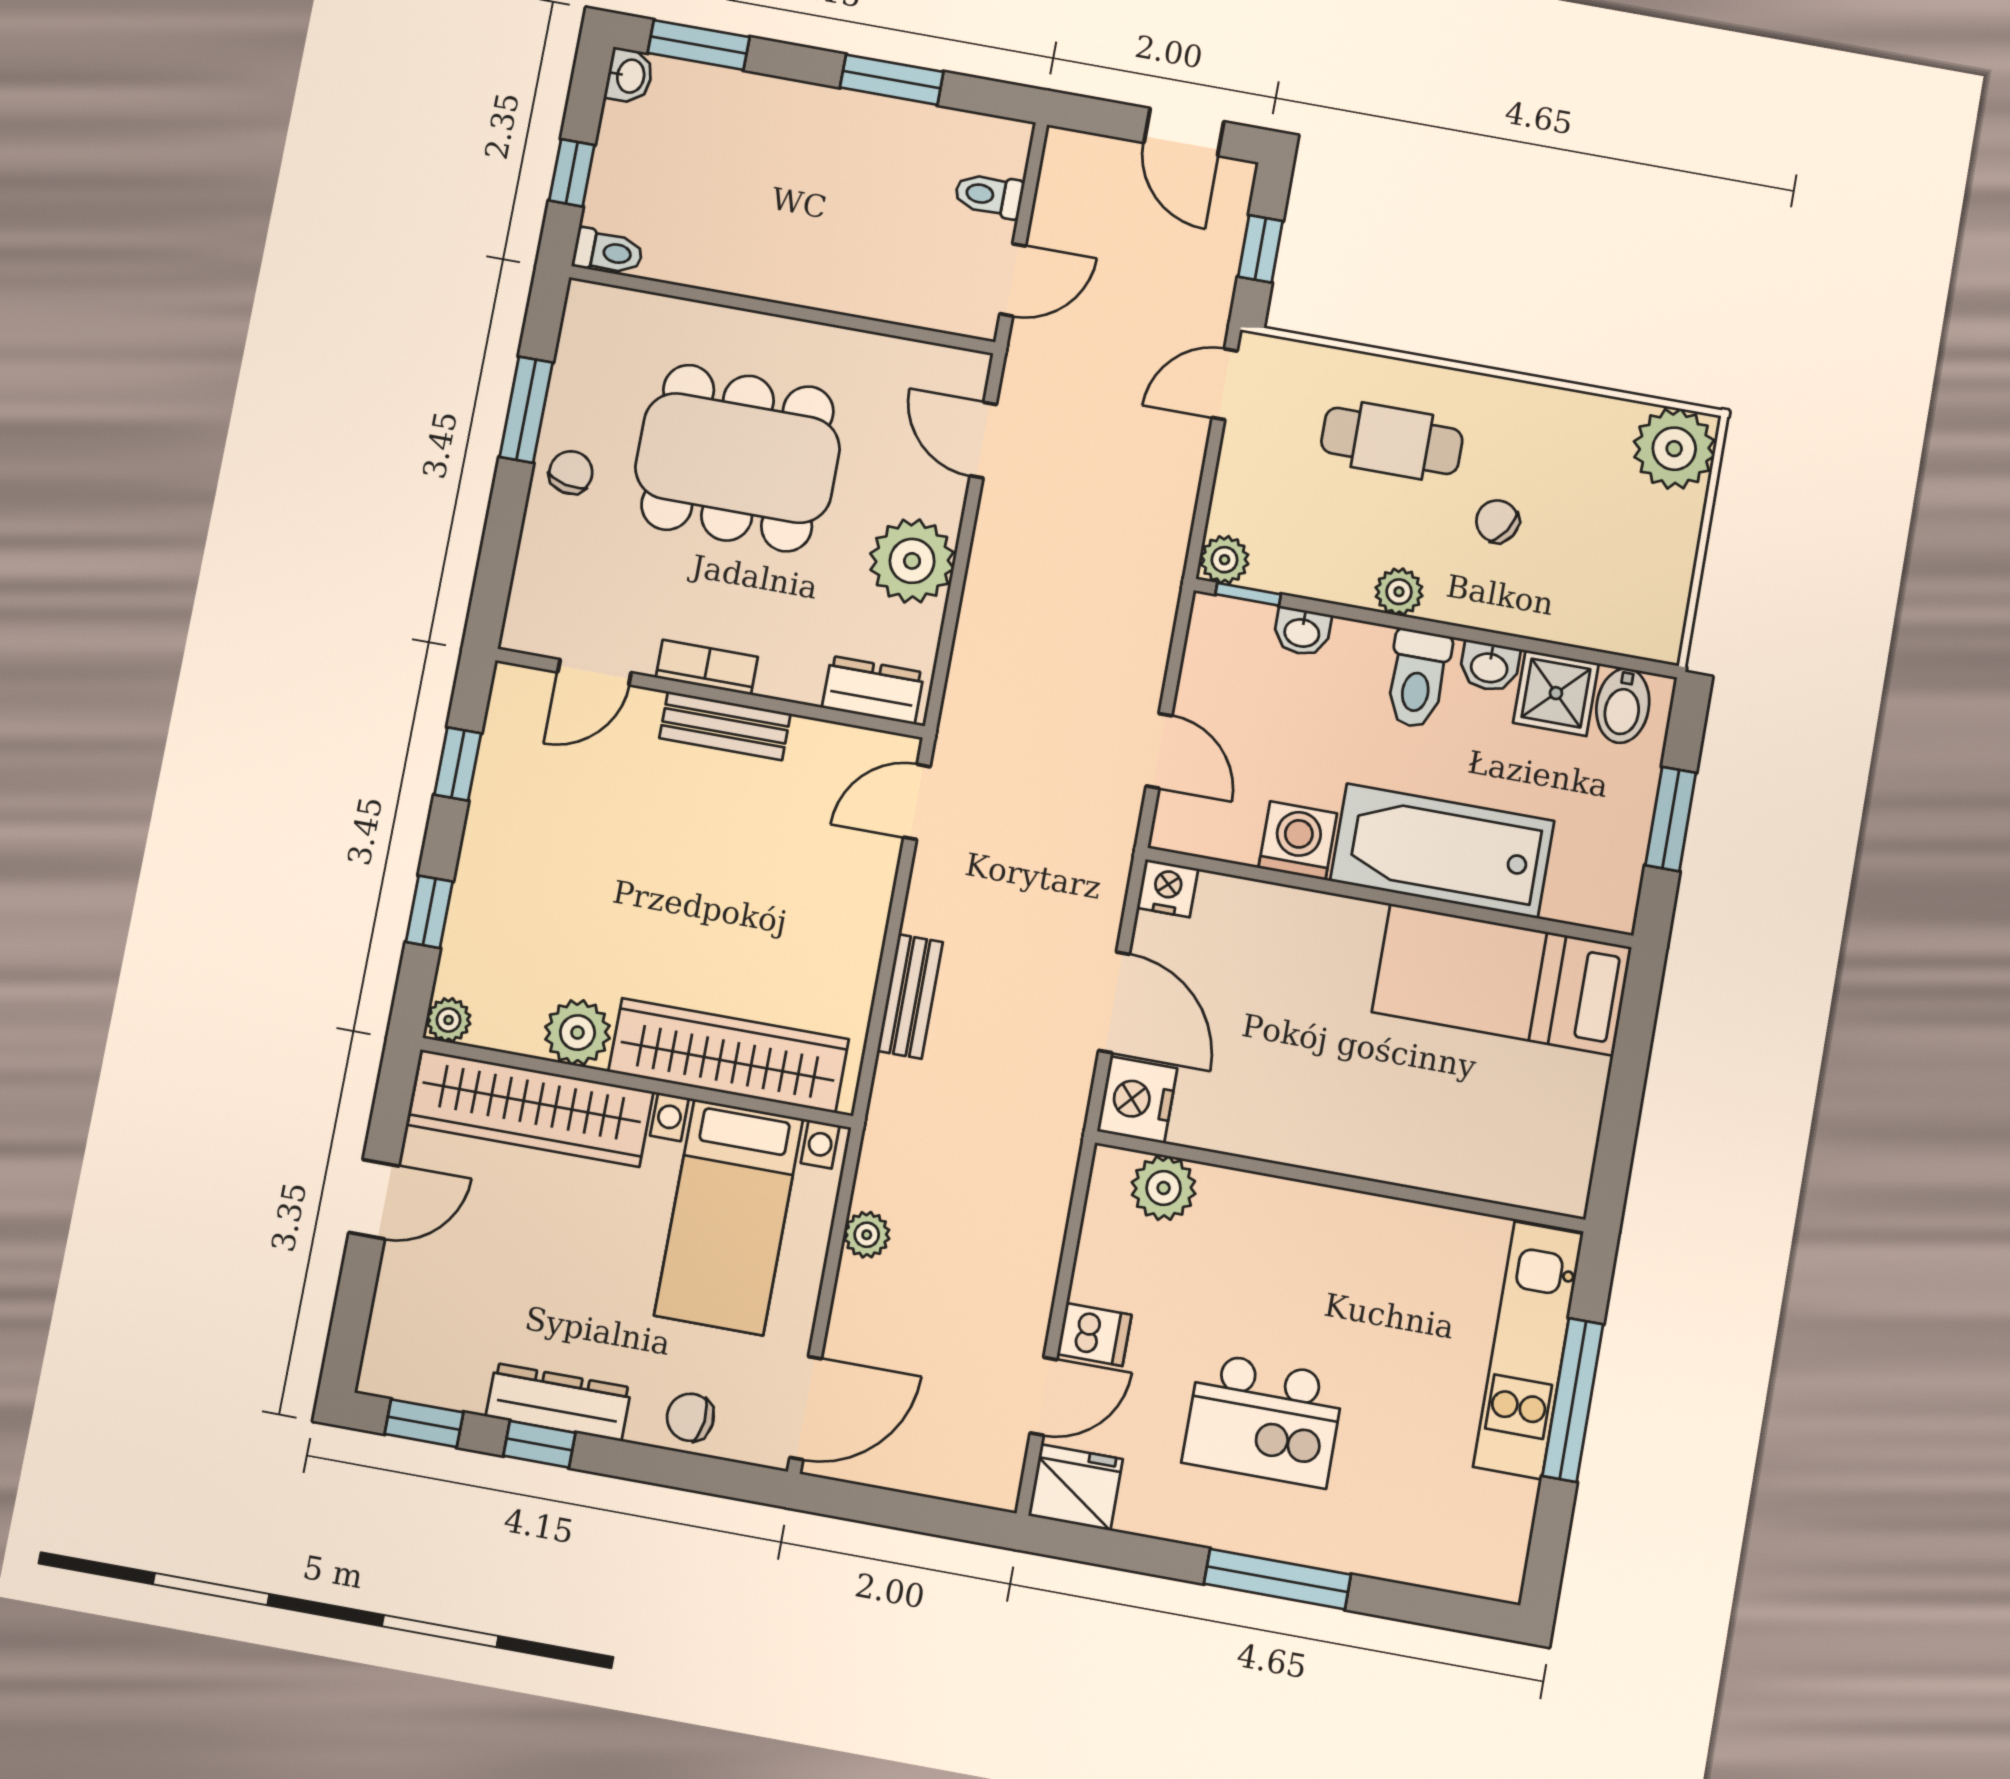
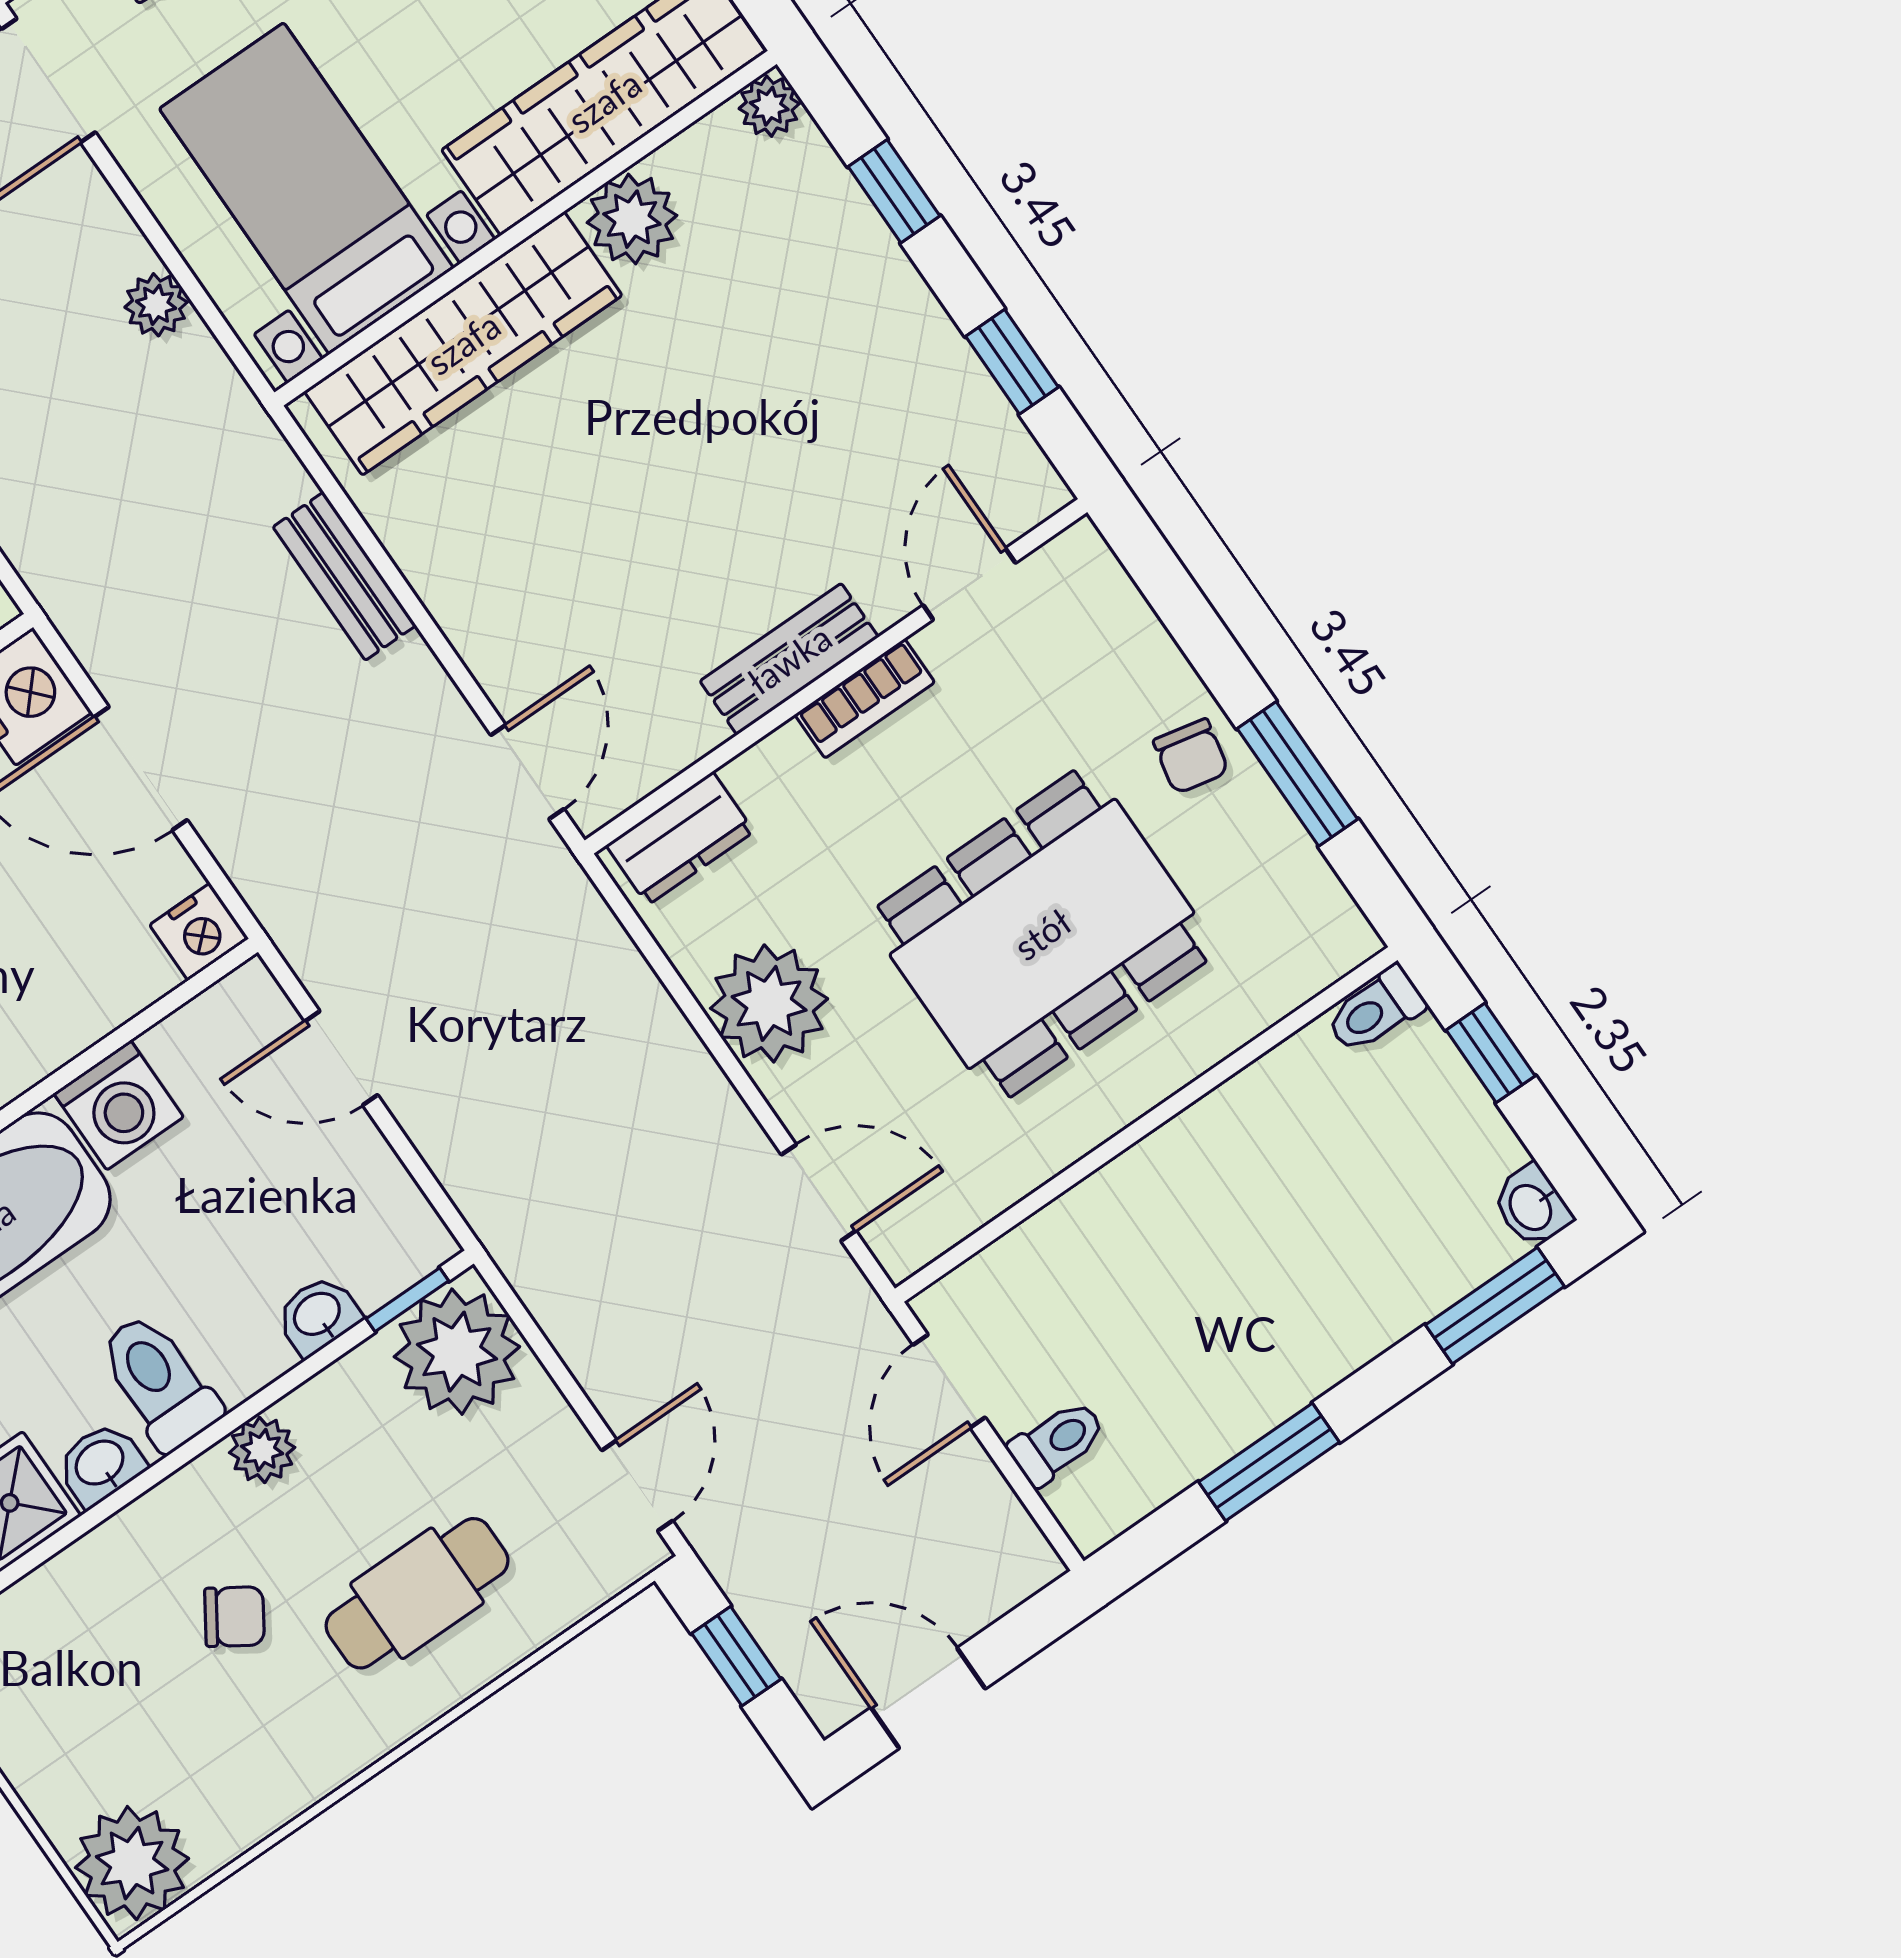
plant: (1224, 560) -> (457, 1352), width x1.87, depth x1.87

